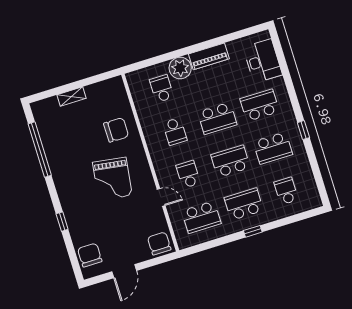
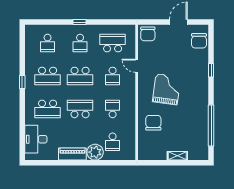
chair: (116, 130) -> (153, 123), turned 90
school desk: (273, 148) -> (48, 76), turned 180
school desk: (244, 204) -> (80, 43), width x0.54

